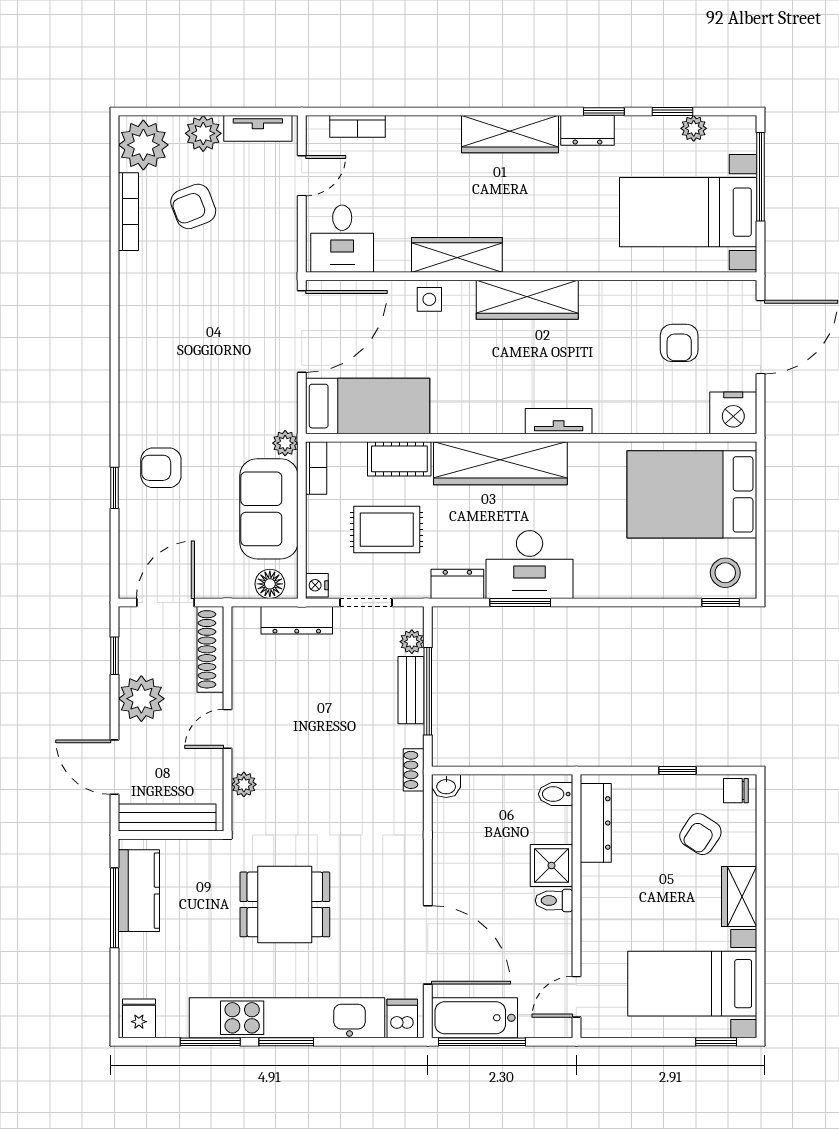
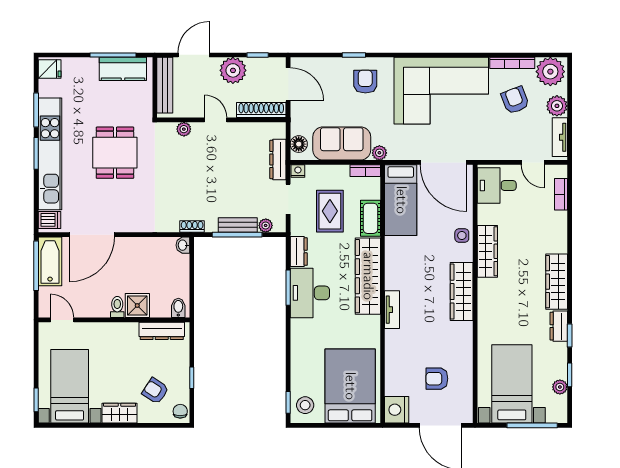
corner sofa: (177, 335) -> (441, 91), added

